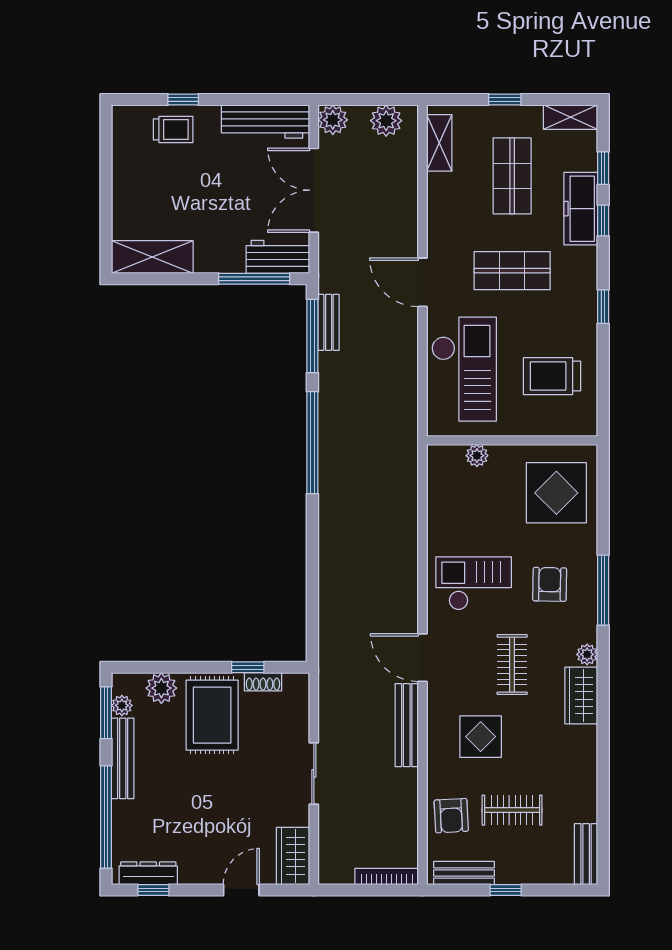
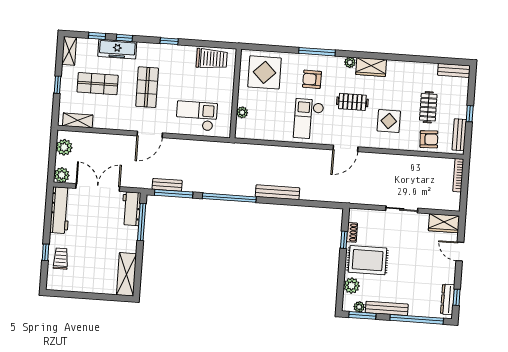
double door: (314, 190) -> (98, 188), swing flipped
checkout: (464, 369) -> (197, 116), width x0.73, depth x0.83
trolley: (552, 376) -> (212, 59), moved, turned -90
bench: (407, 725) -> (278, 192), moved

